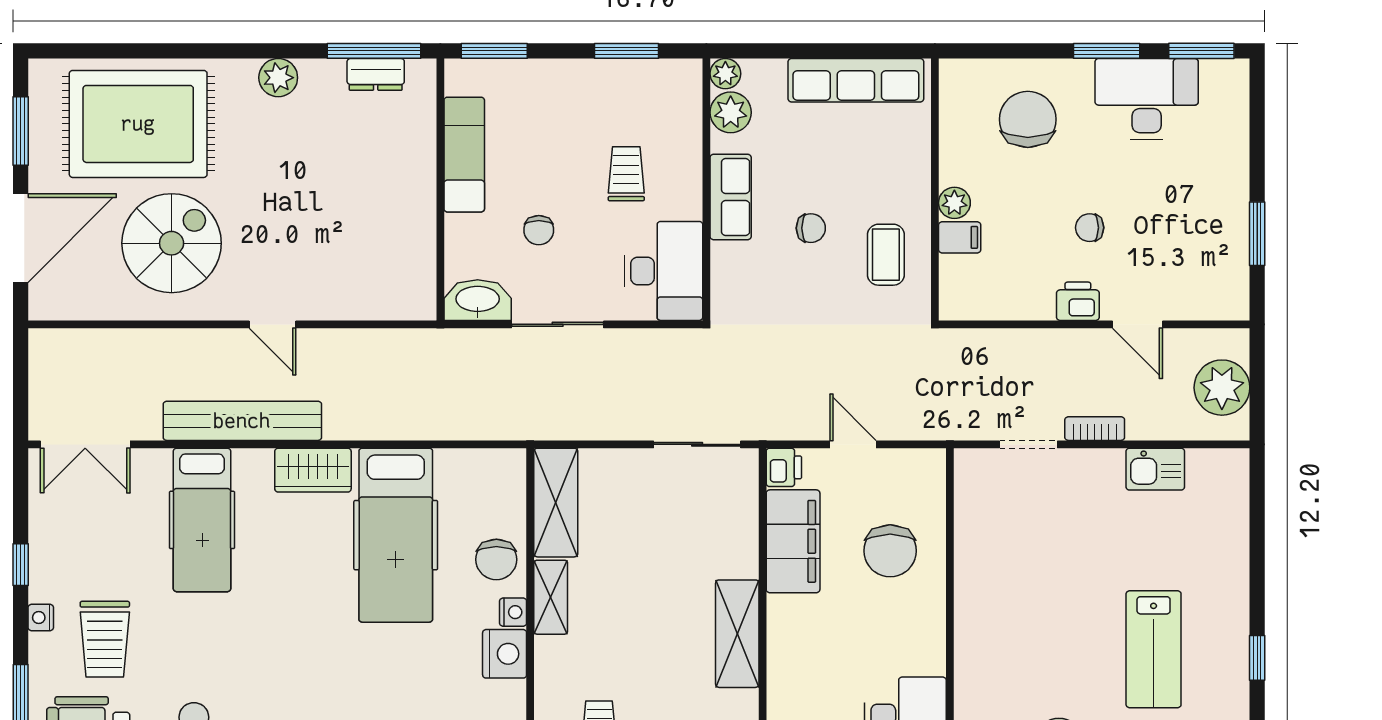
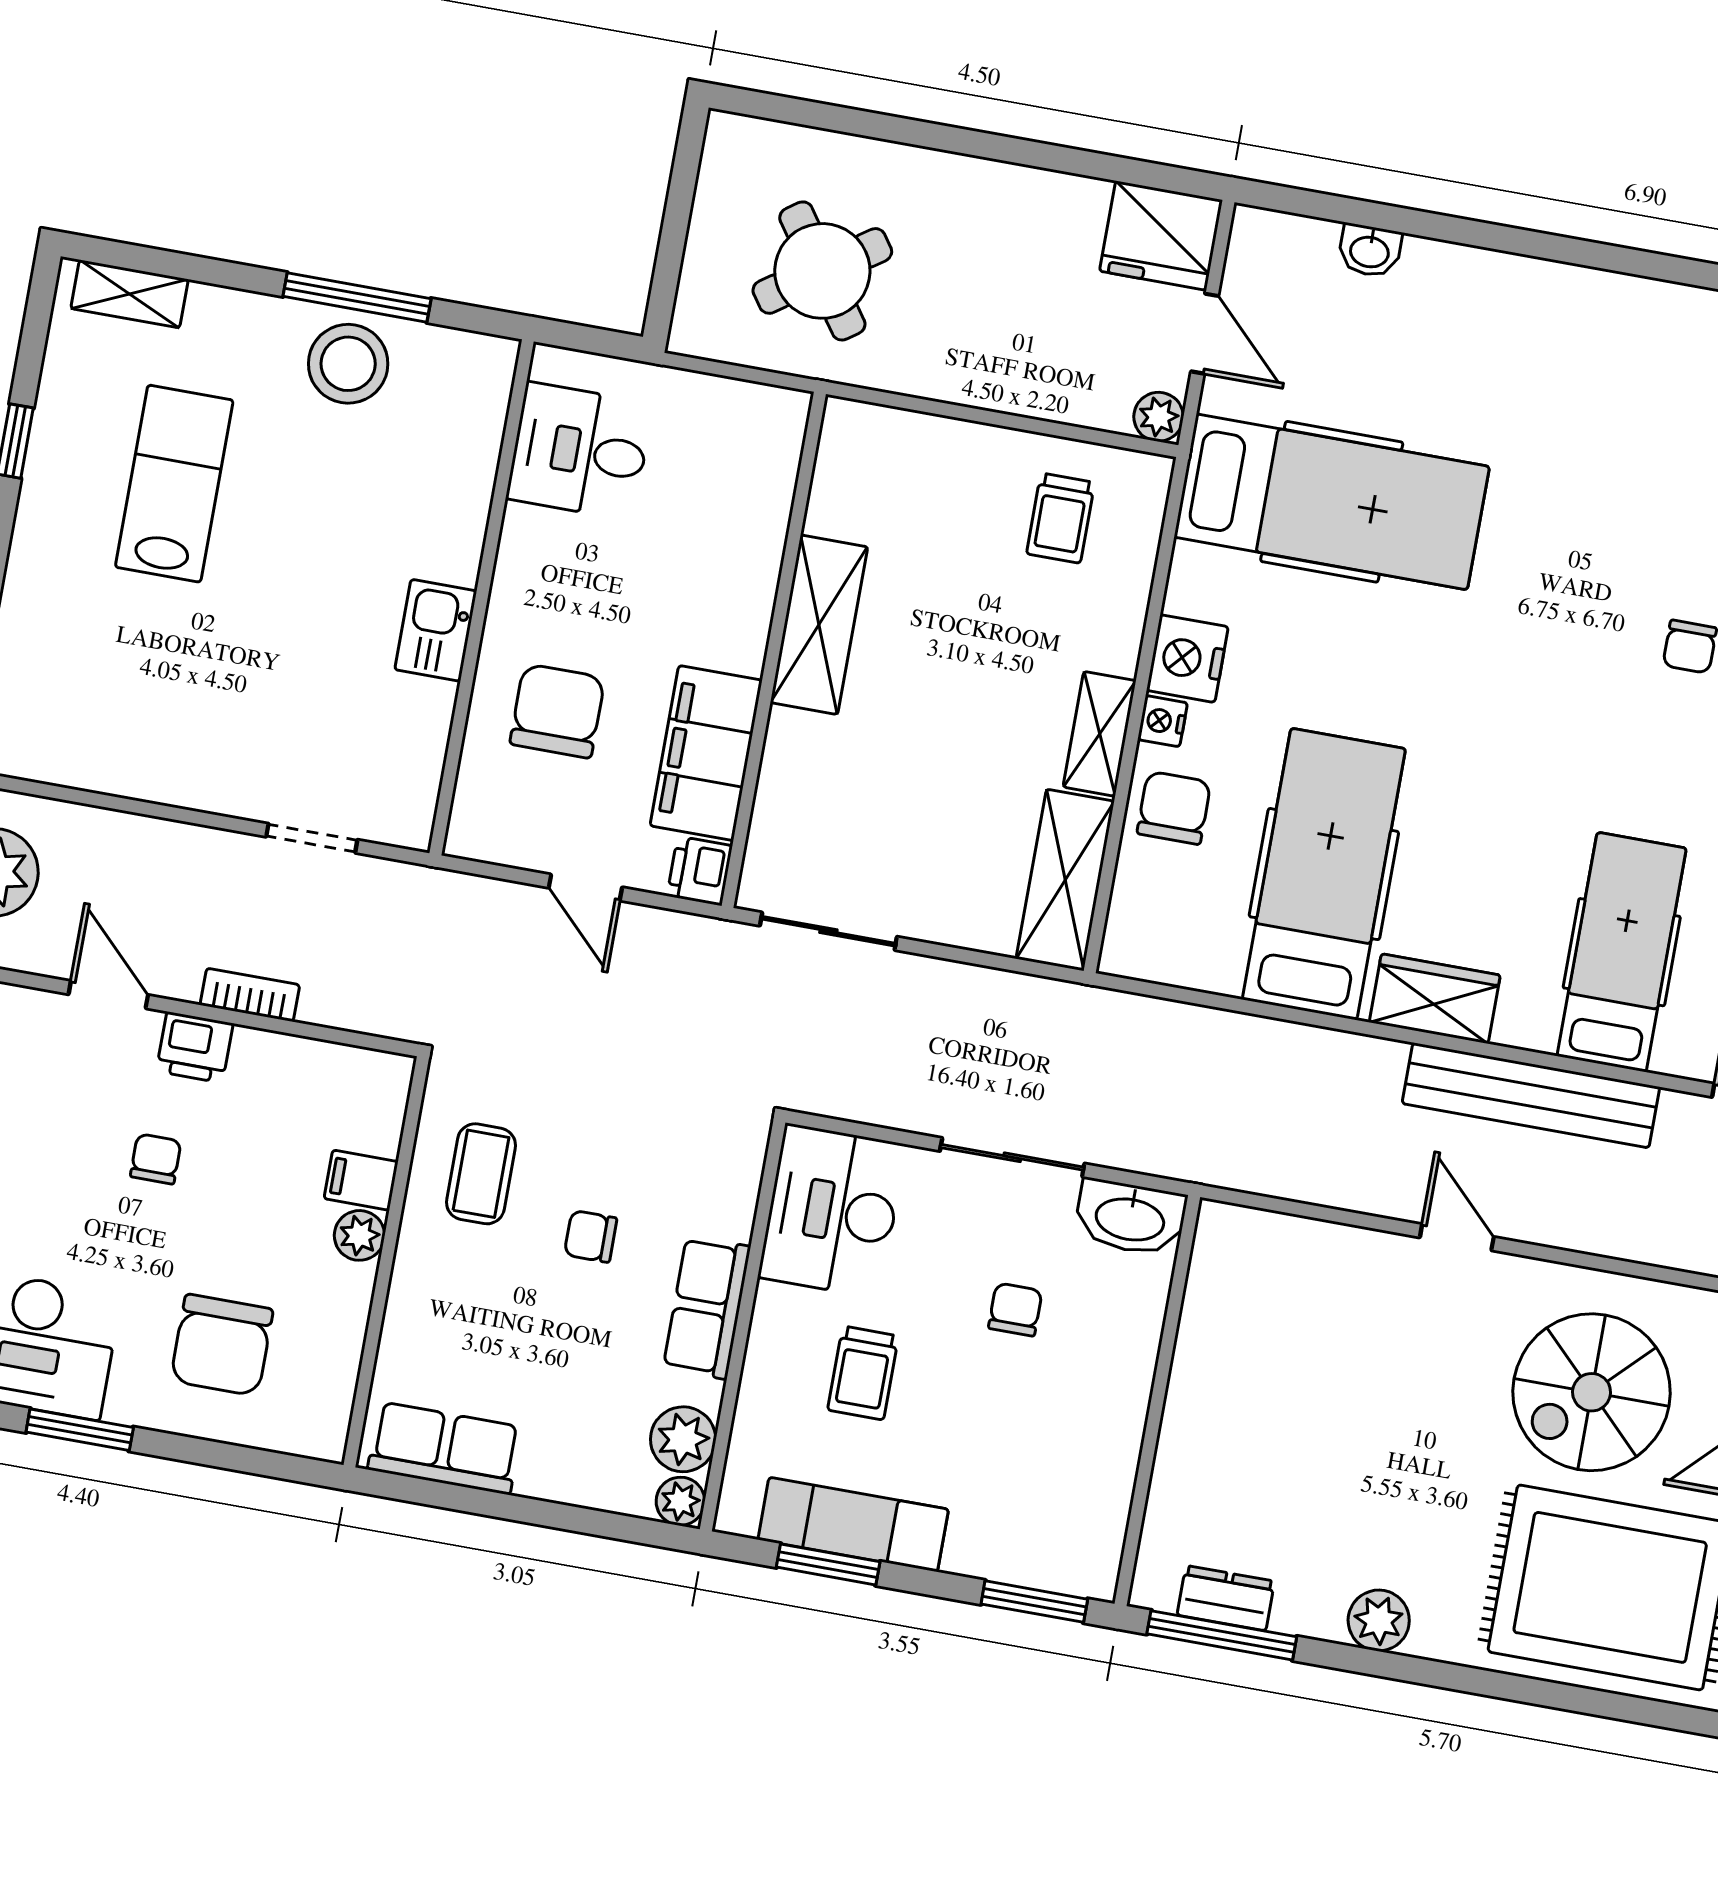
row of seats: (856, 80) -> (445, 1448), width x0.68
exam couch: (464, 155) -> (853, 1524), moved, turned 90
chair: (1090, 228) -> (156, 1159), turned -90
bookcase: (1095, 429) -> (250, 995), moved, turned 180
kitchen sink: (1155, 469) -> (436, 630), moved, turned -90

